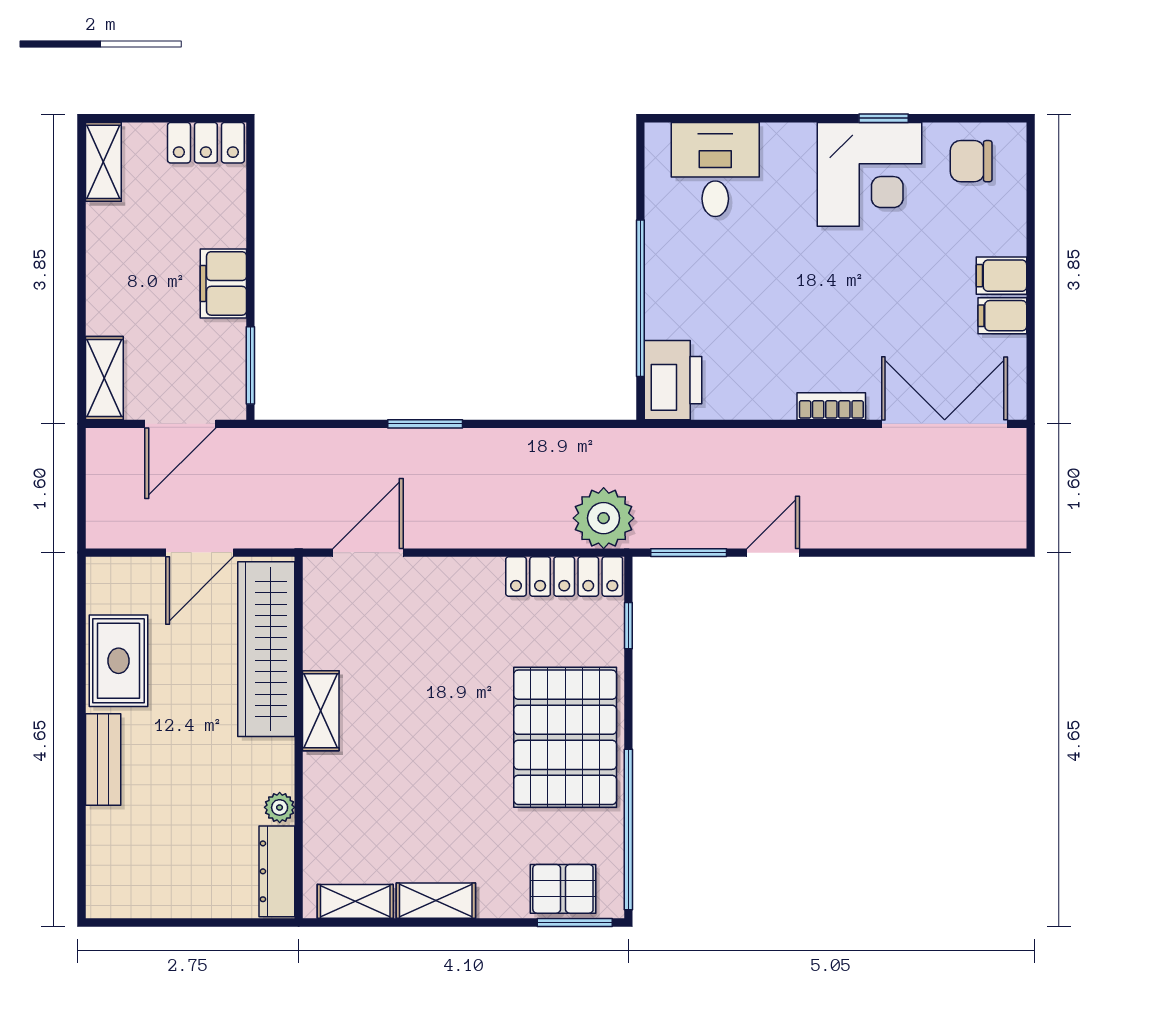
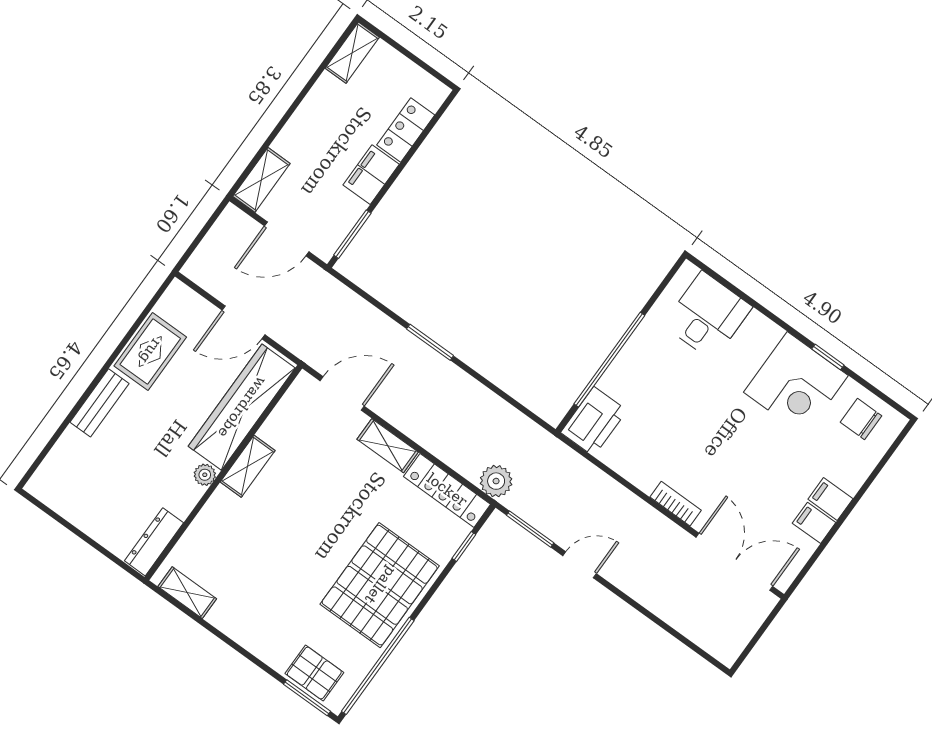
locker: (206, 143) -> (406, 130), moved, turned 90
plant: (604, 518) -> (496, 481), width x0.73, depth x0.73
plant: (280, 807) -> (205, 475), moved
shelving: (436, 901) -> (388, 446), moved

